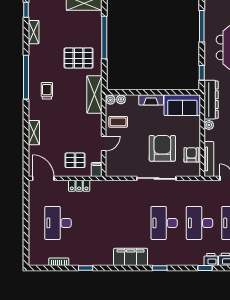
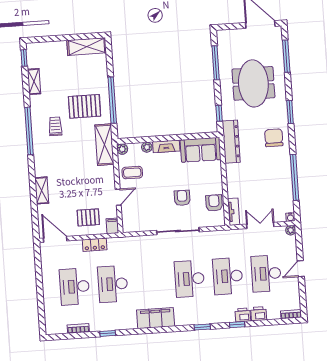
window: (104, 38) -> (112, 100), moved
trolley: (47, 91) -> (55, 126), moved
plant: (121, 99) -> (147, 147), moved
plant: (209, 125) -> (231, 169), removed
armchair: (162, 148) -> (182, 198), width x0.53, depth x0.53
tv unit: (209, 159) -> (234, 212), width x0.71
desk: (93, 223) -> (113, 284), added
window: (160, 268) -> (202, 327), moved

